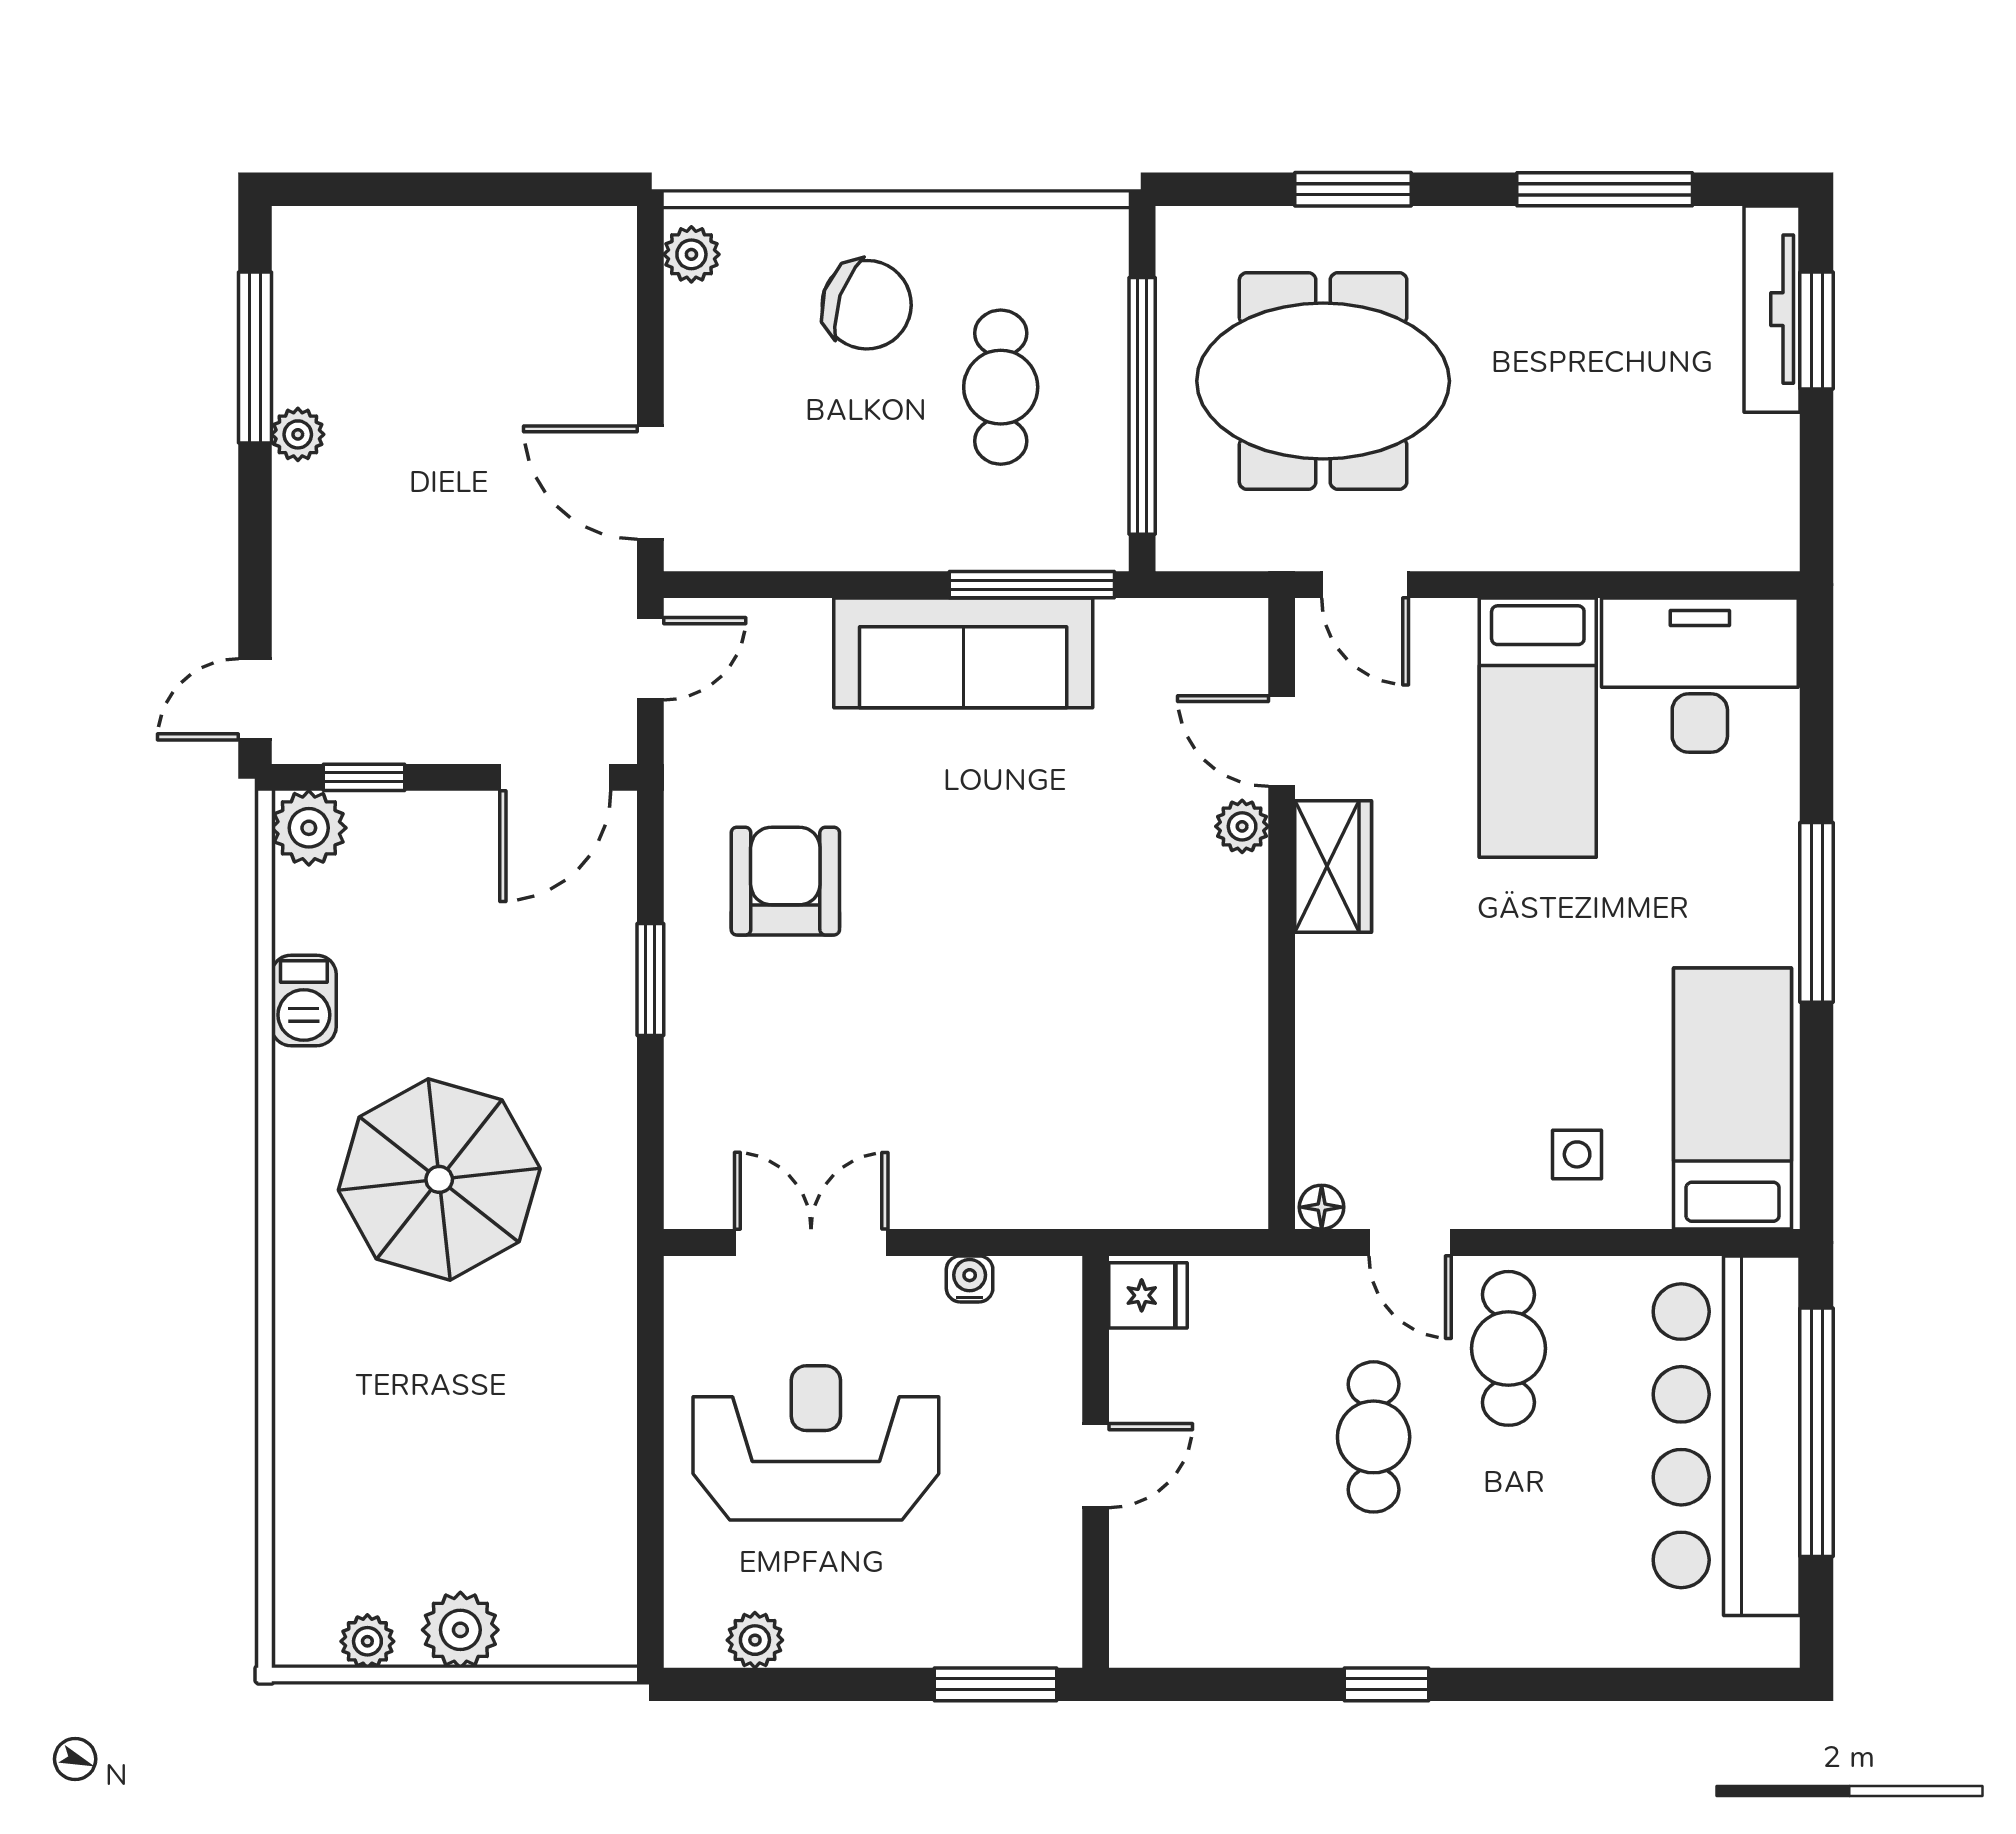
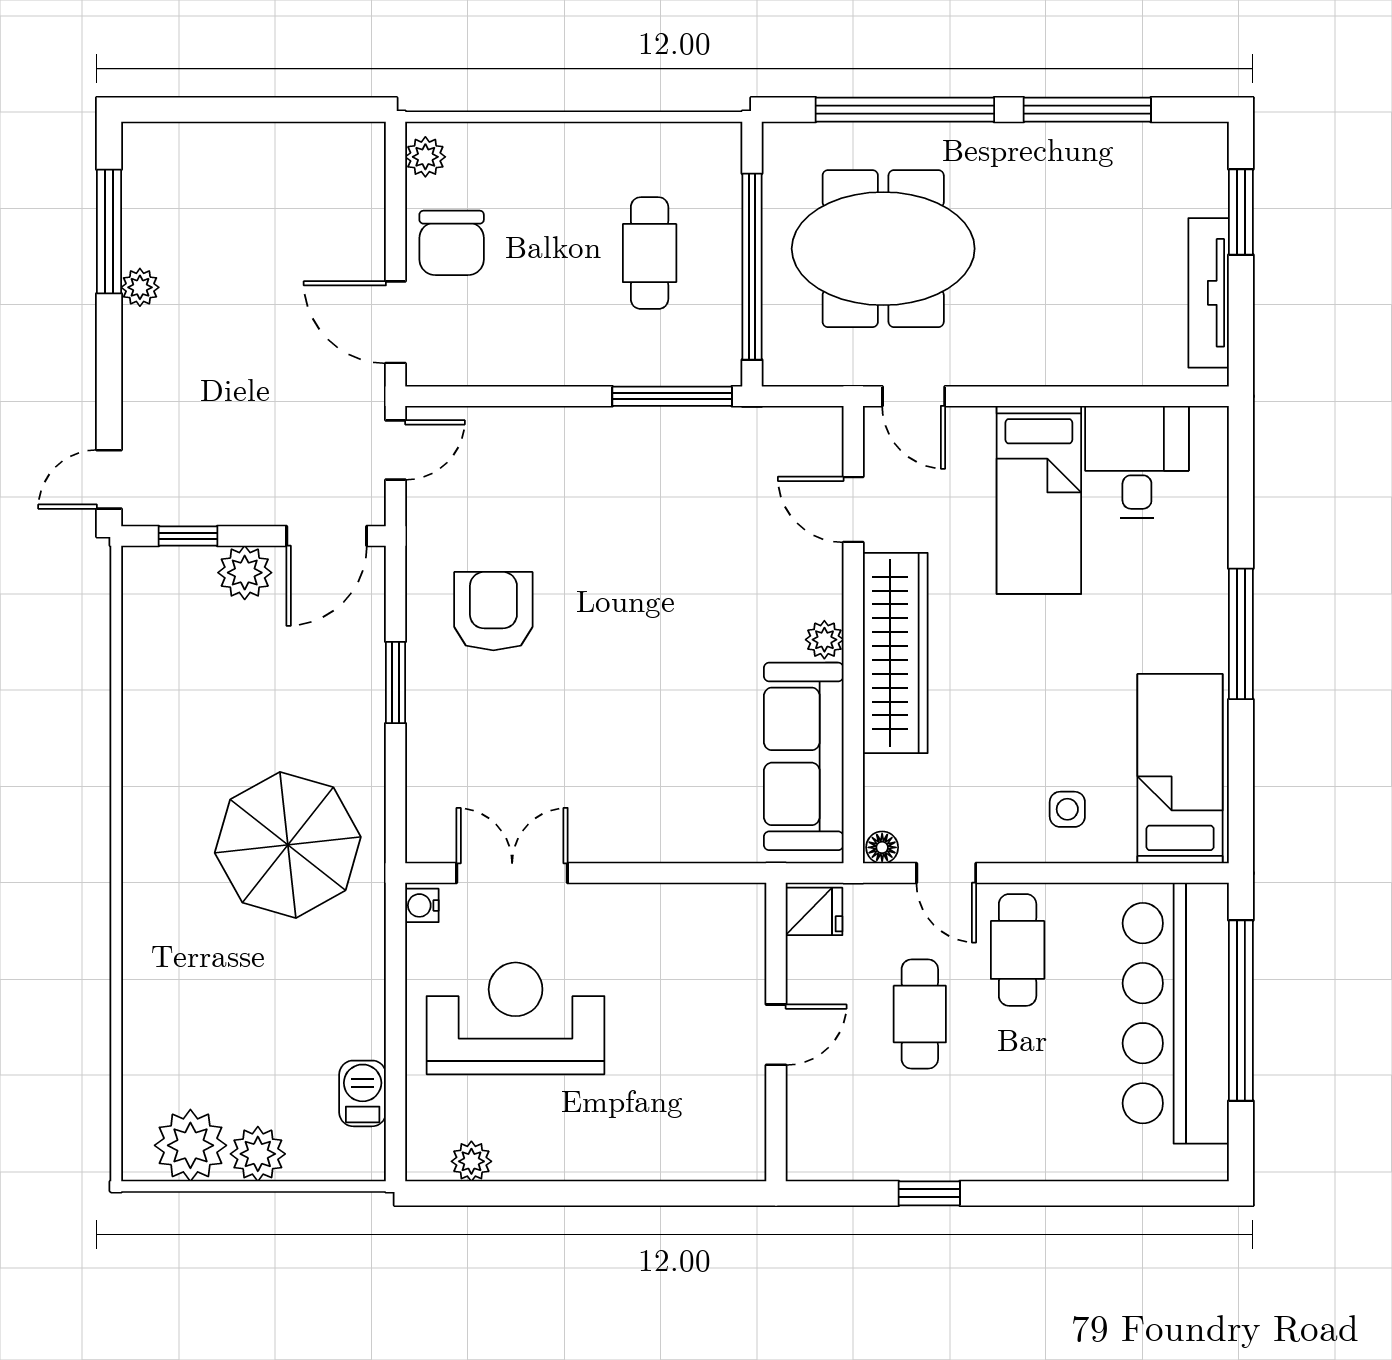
window: (1353, 189) -> (905, 110), width x2.11
chair: (867, 305) -> (452, 243), moved, turned 71
tv unit: (1772, 309) -> (1209, 293), moved
sofa: (963, 653) -> (804, 756), moved, turned 90
desk: (1700, 675) -> (1137, 462), width x0.73
plant: (1242, 826) -> (824, 640), moved
plant: (309, 828) -> (245, 573), moved
wardrobe: (1333, 866) -> (895, 653), width x2.10, depth x1.17
barbecue: (304, 1000) -> (363, 1093), moved, turned 180
parasol: (439, 1179) -> (288, 845), moved
water cooler: (970, 1279) -> (422, 905), moved, turned -90
fridge: (1148, 1295) -> (814, 911), moved
wall: (1096, 1462) -> (776, 1032), moved
door: (1096, 1466) -> (776, 1035), moved
plant: (367, 1641) -> (190, 1145), width x1.87, depth x1.87
window: (996, 1684) -> (646, 1193), removed

